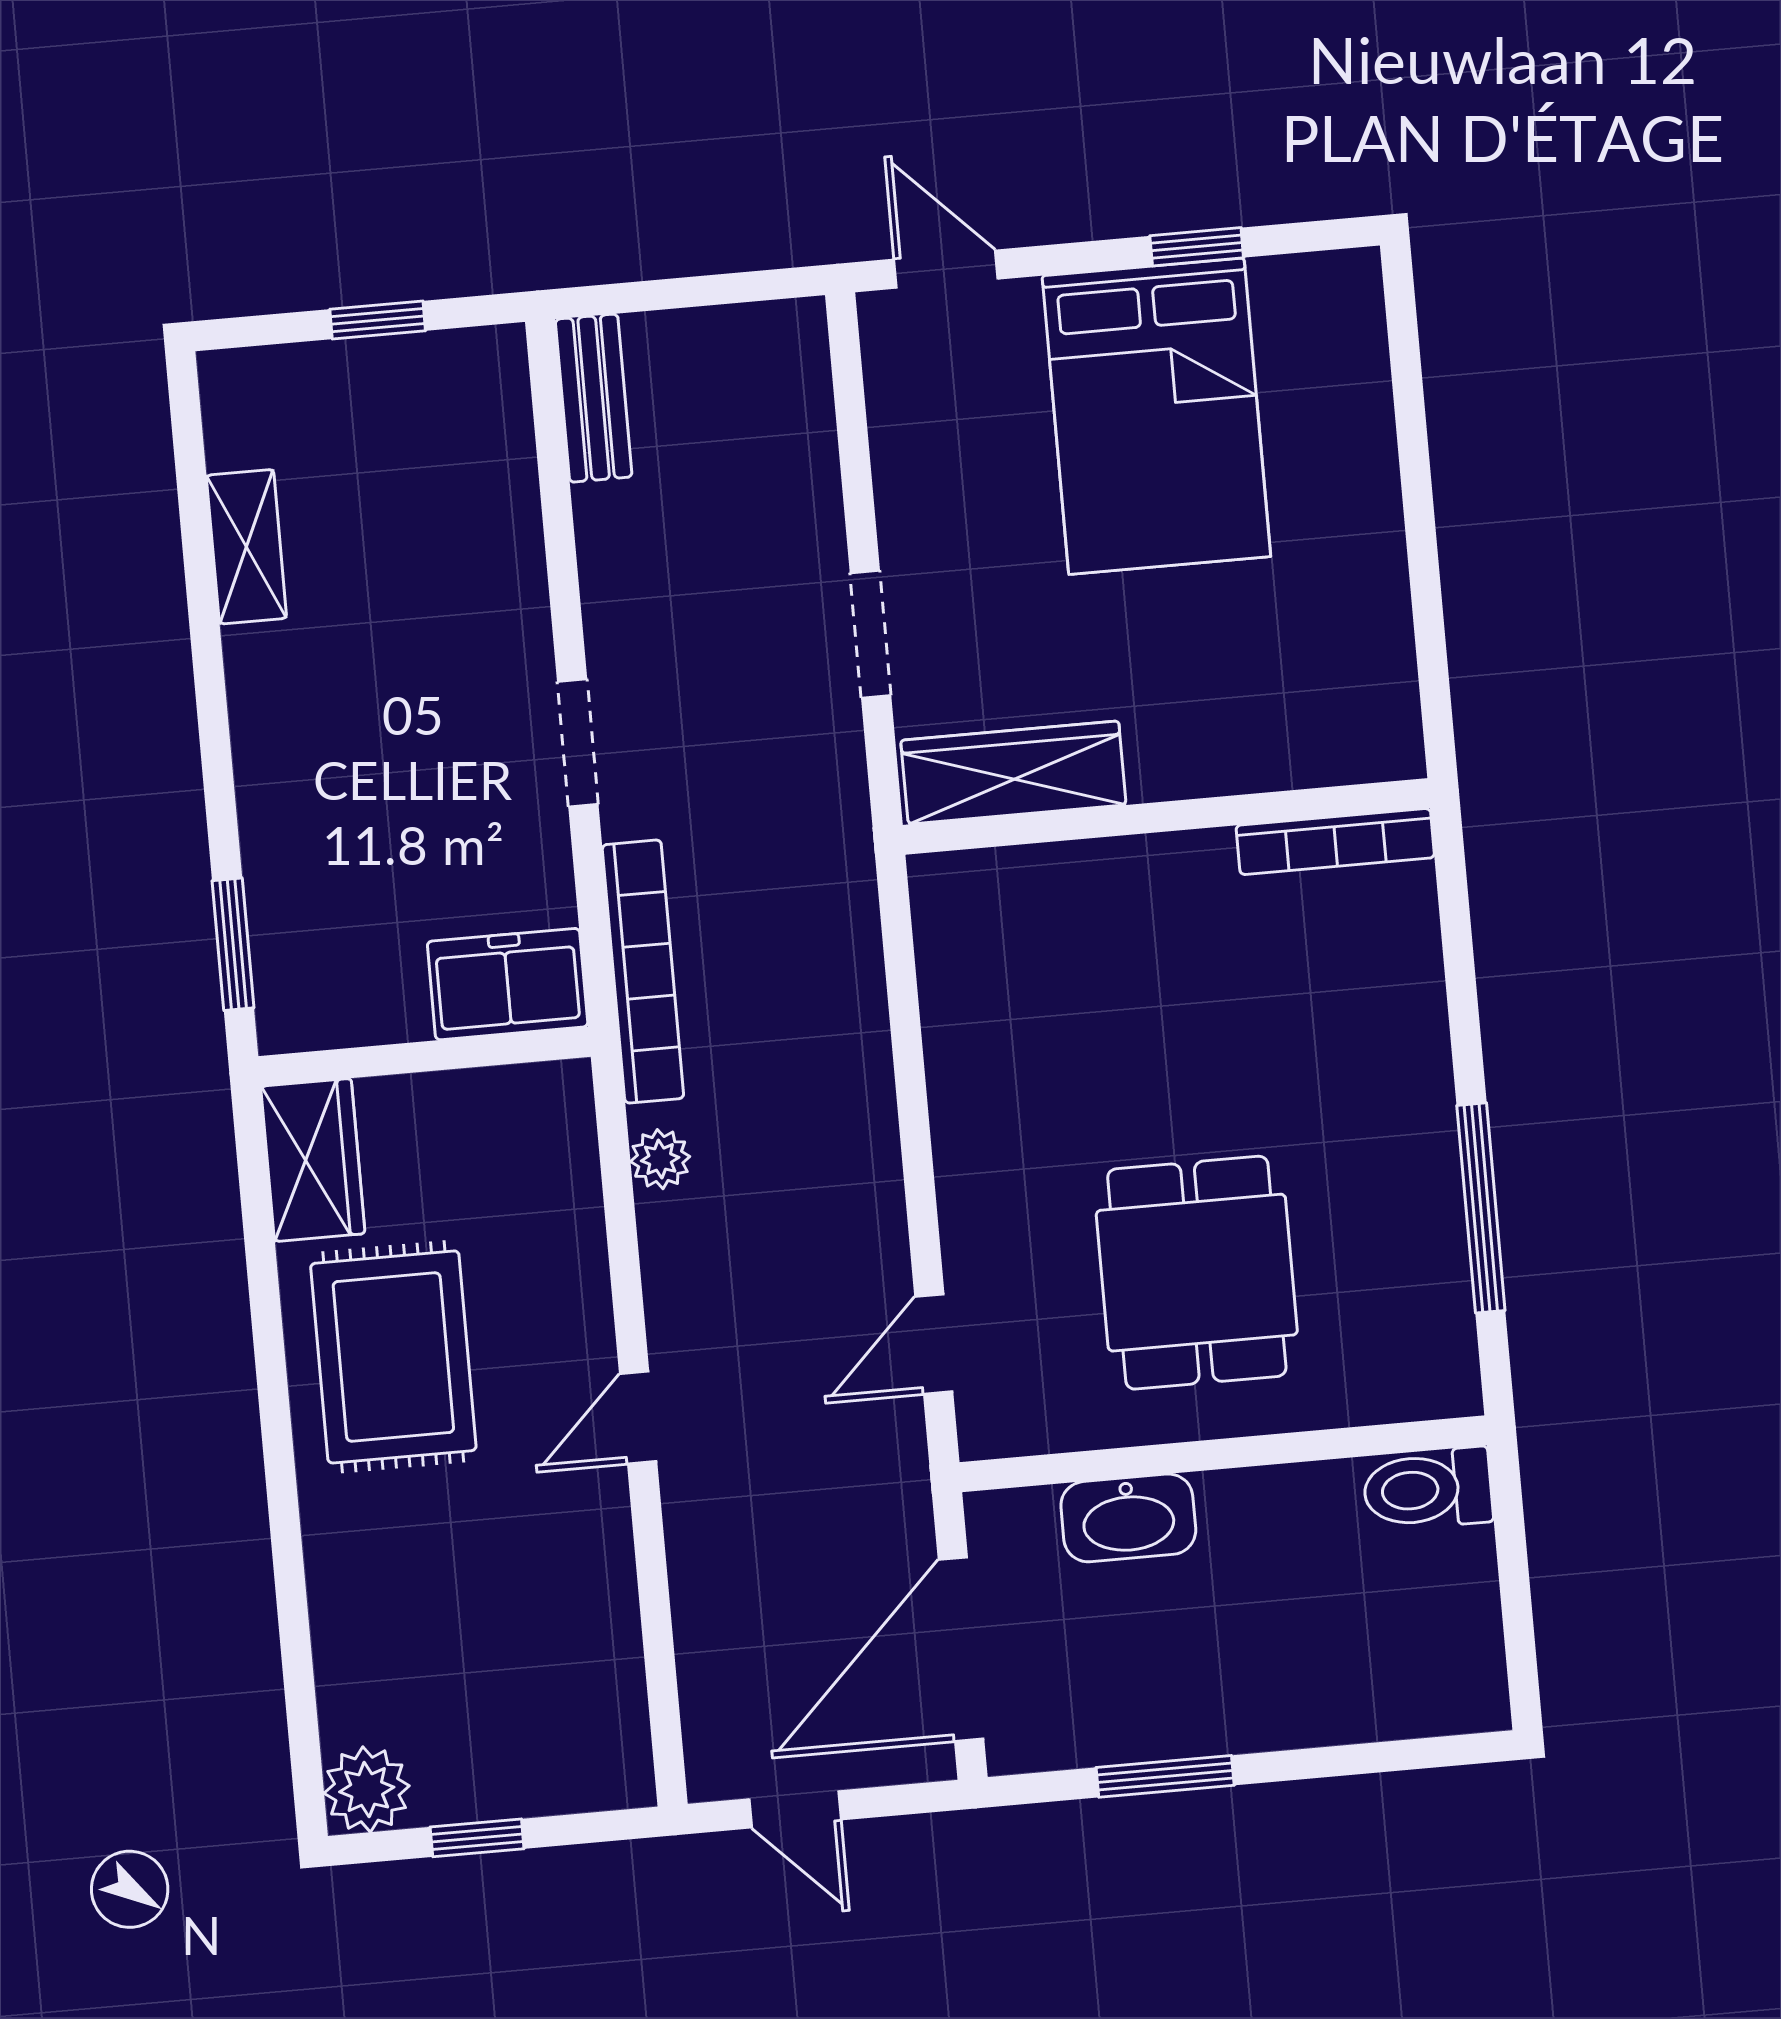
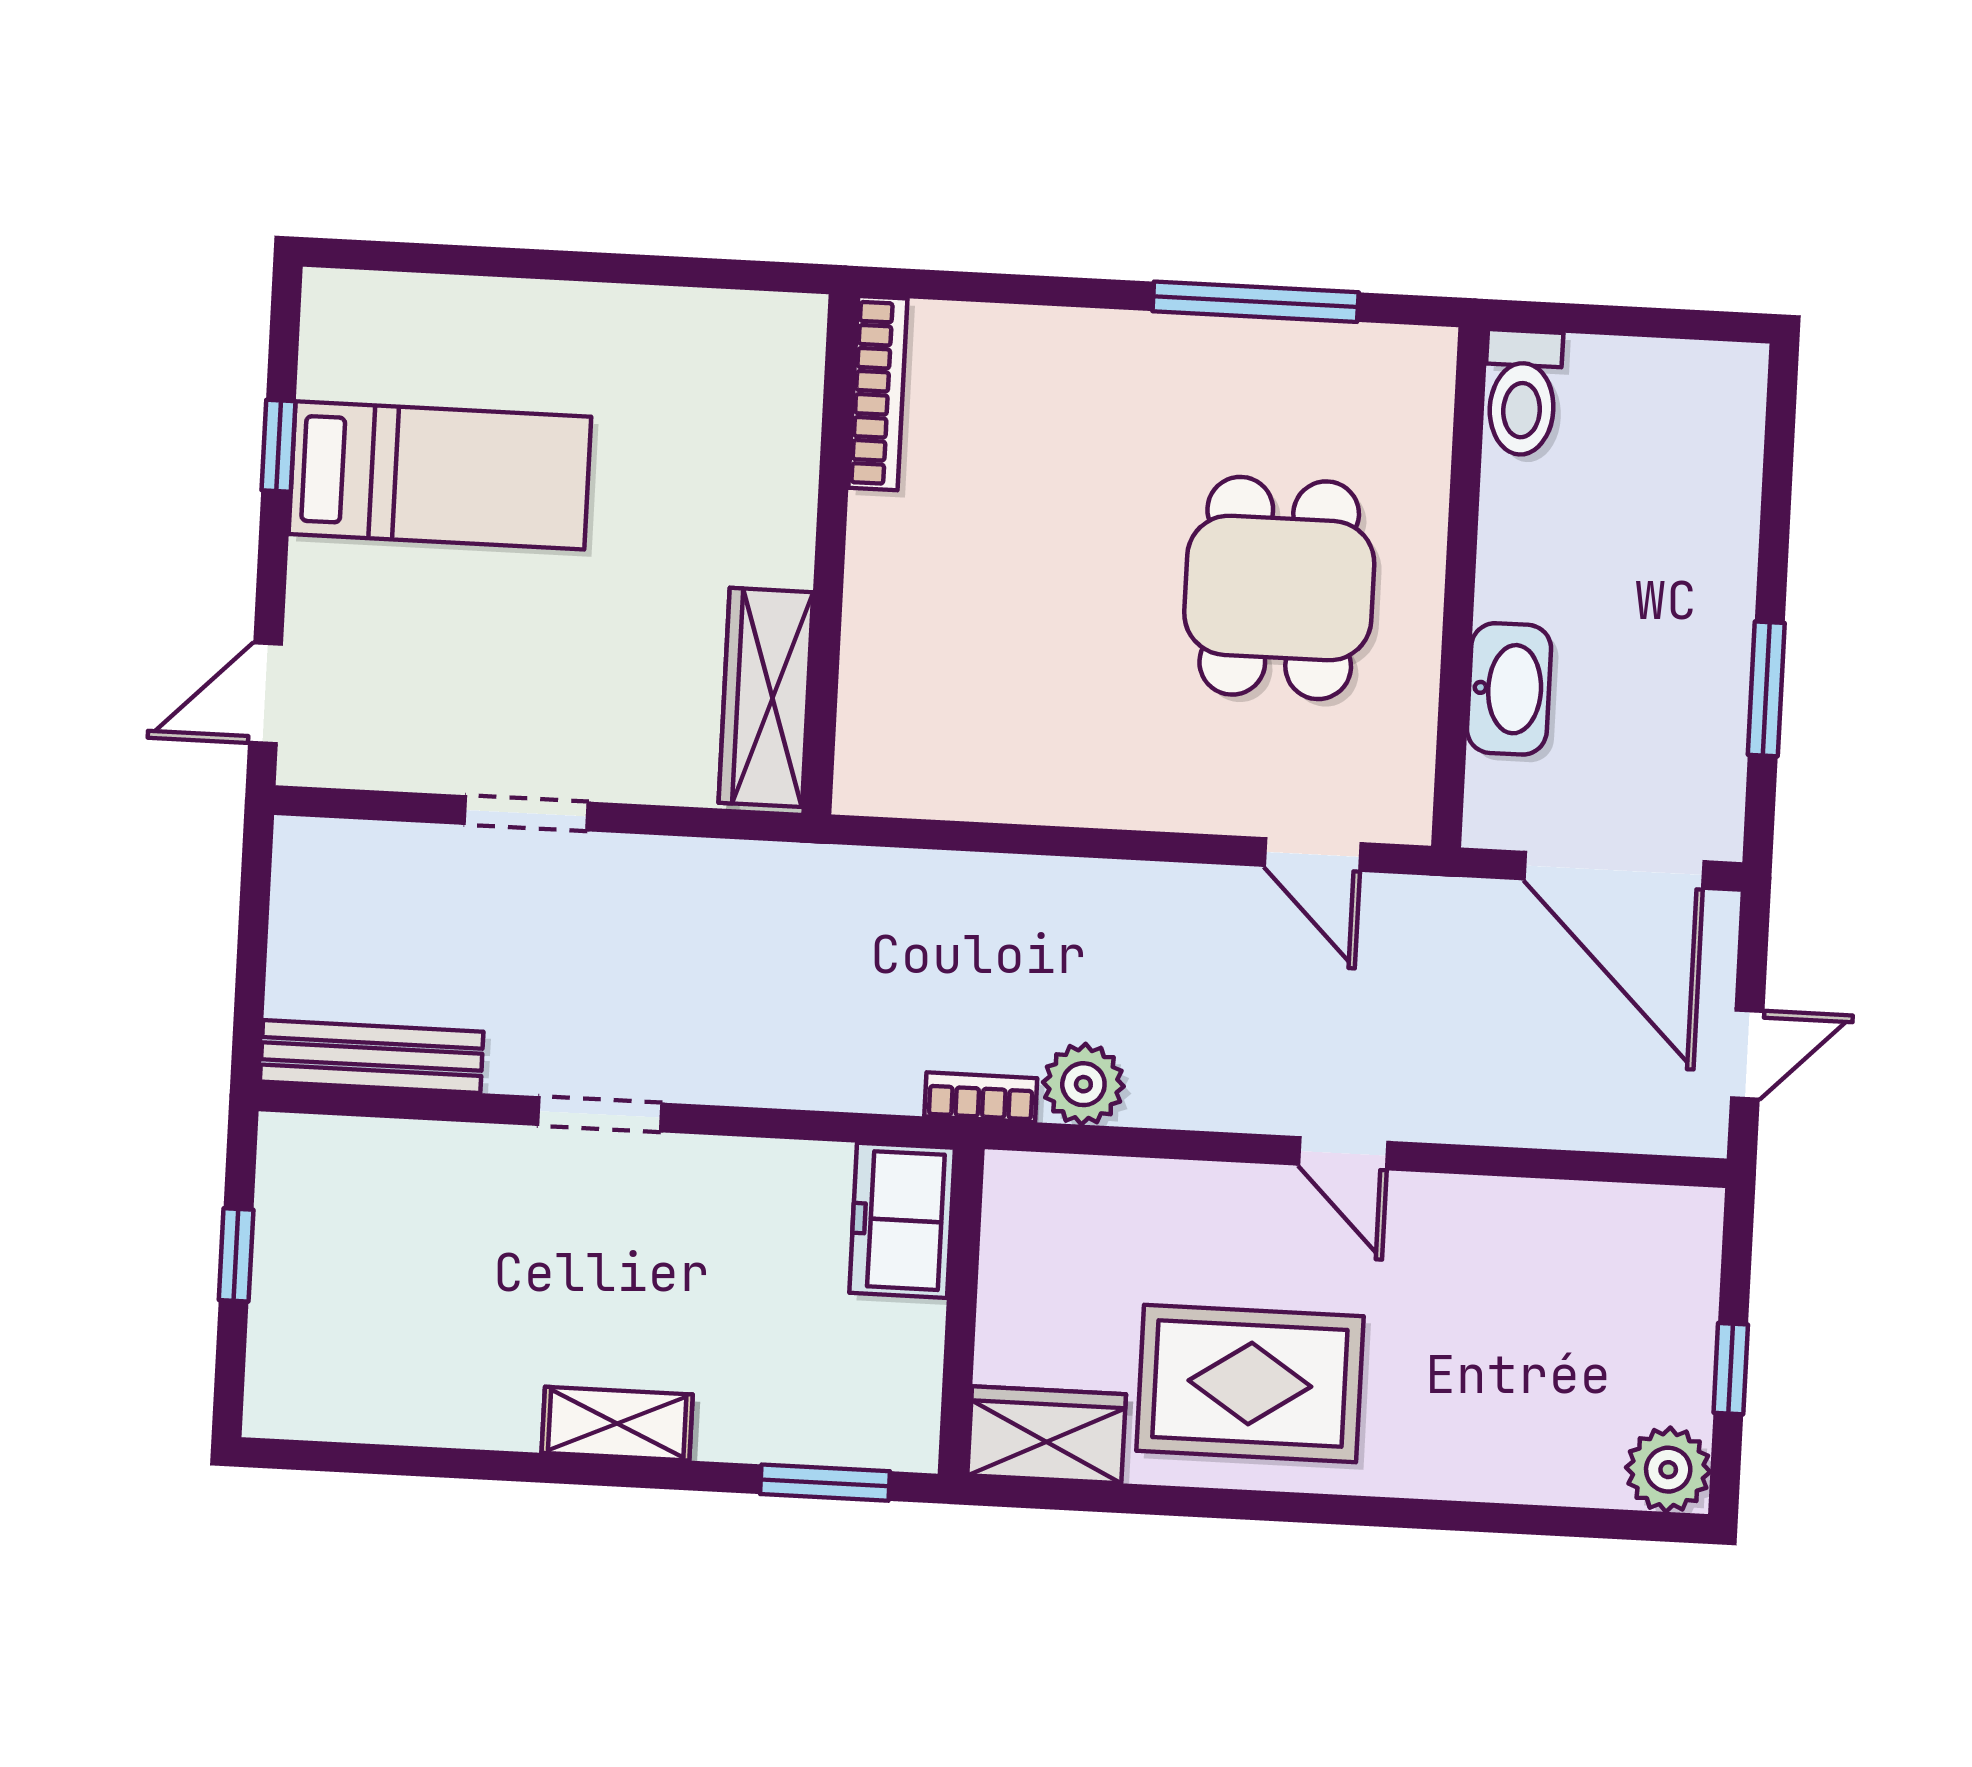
bench: (594, 398) -> (372, 1057), width x1.36
bed: (1156, 416) -> (440, 475), width x0.67
shelving: (246, 547) -> (617, 1424), moved
doorway: (870, 634) -> (526, 813), moved
doorway: (578, 743) -> (600, 1114), moved
bookcase: (643, 972) -> (981, 1097), width x0.43, depth x0.76
plant: (660, 1159) -> (1083, 1084), width x1.38, depth x1.38
dining table: (1197, 1273) -> (1279, 588), turned 90

